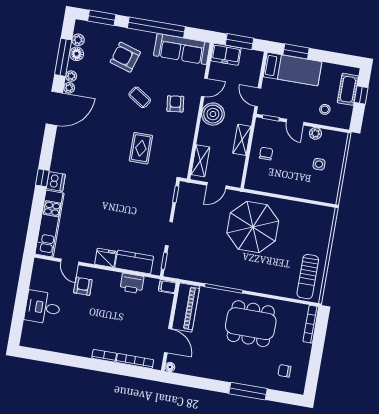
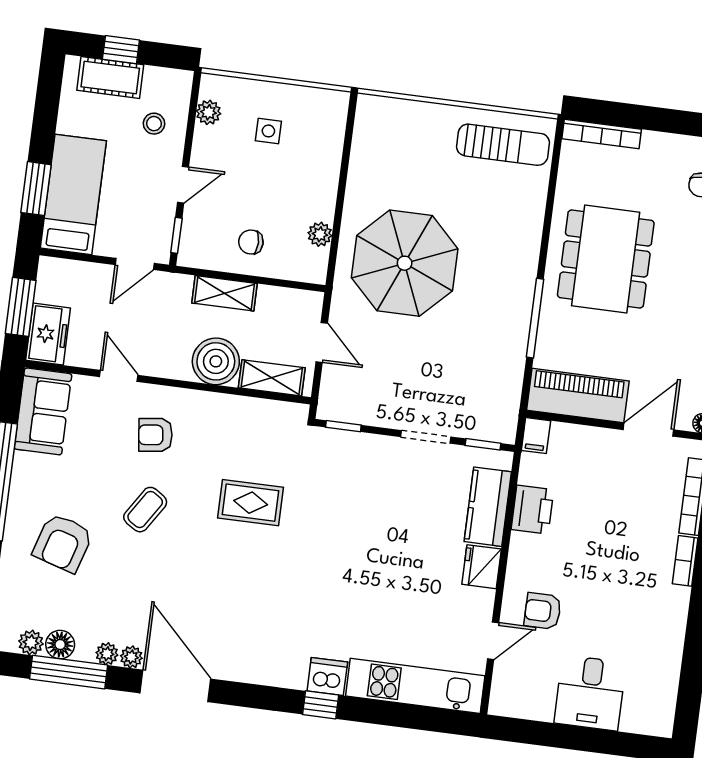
sofa: (182, 49) -> (43, 411), width x0.73
boiler: (213, 114) -> (216, 361), moved
plant: (315, 133) -> (209, 112), moved
plant: (268, 187) -> (320, 234), added

